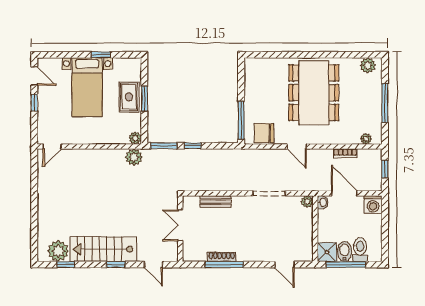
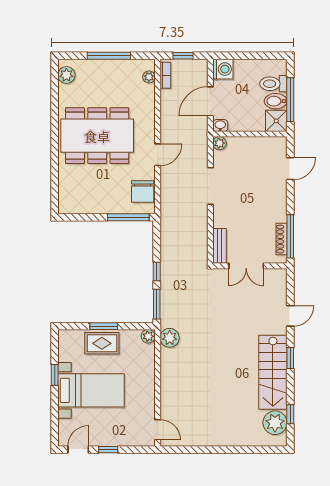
bookcase: (345, 153) -> (165, 75), moved
double door: (180, 225) -> (246, 266), moved
wall: (180, 229) -> (250, 266), moved

